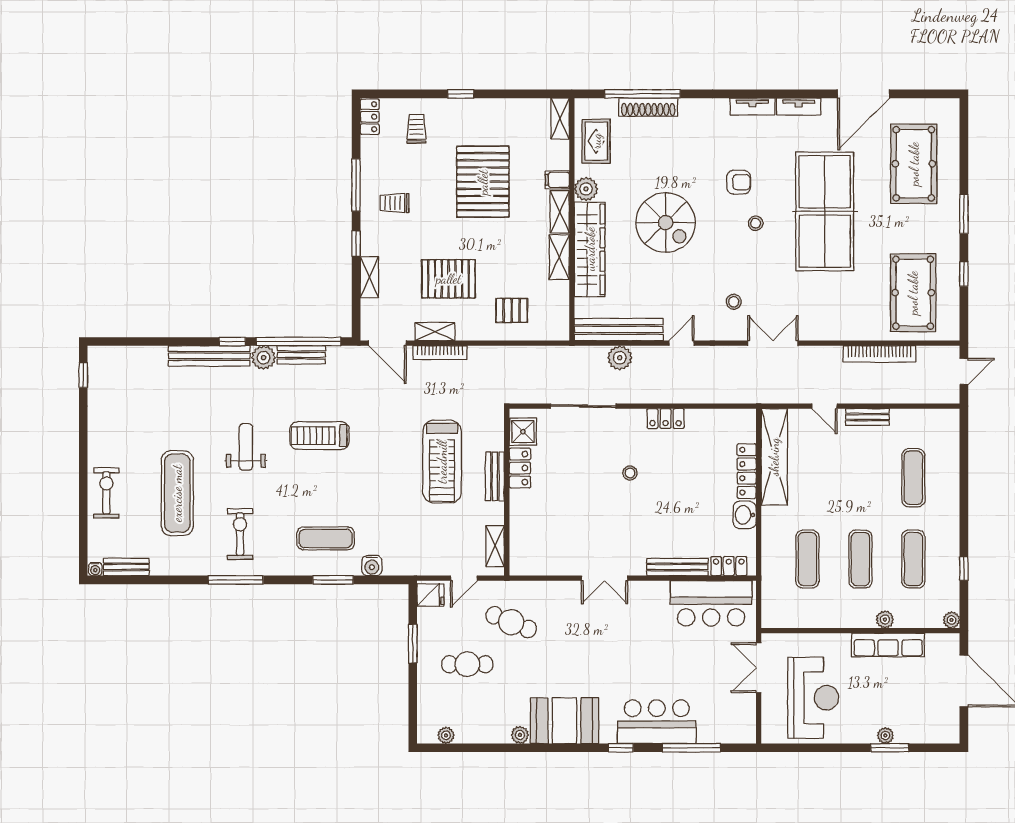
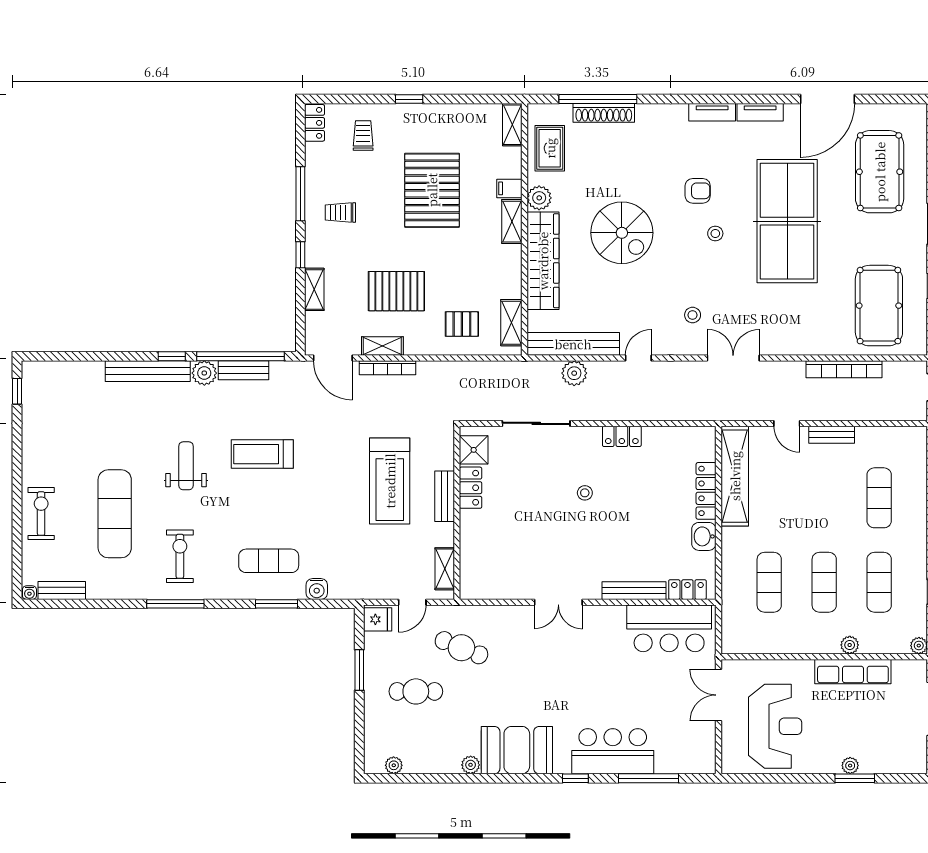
shelving: (559, 257) -> (511, 323), moved

